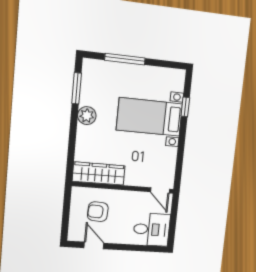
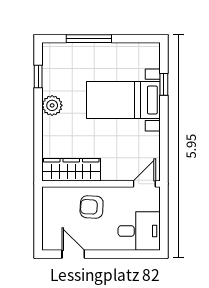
window: (77, 88) -> (38, 77), width x0.67
door: (160, 190) -> (144, 184), swing flipped
armchair: (98, 212) -> (92, 207), moved

